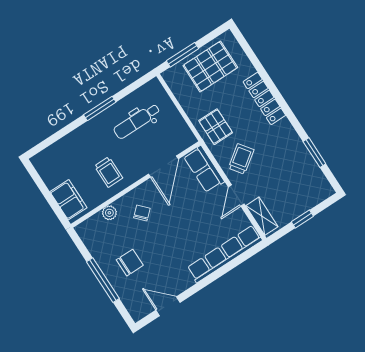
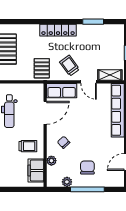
locker: (264, 98) -> (58, 30), moved
pallet: (216, 127) -> (42, 68), turned 90
door: (163, 167) -> (45, 113), hinge flipped
filing cabinet: (68, 200) -> (36, 171), moved, turned -90
plant: (96, 249) -> (67, 182), added

